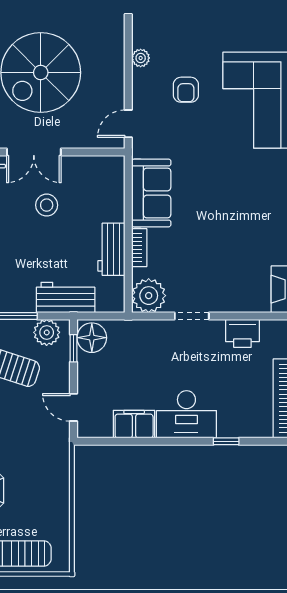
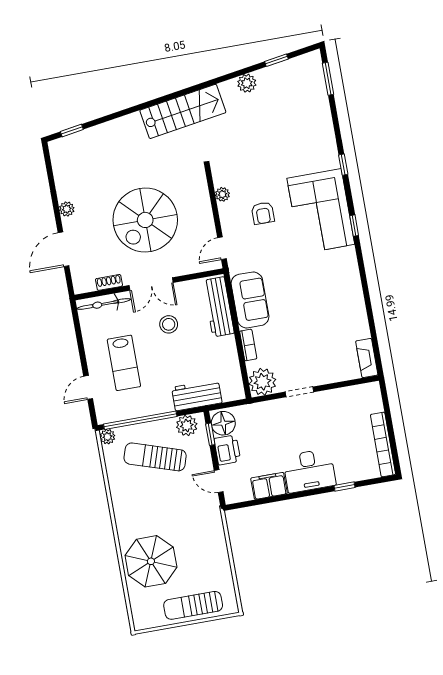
workbench: (111, 249) -> (219, 307), moved, width x1.38
printer: (242, 333) -> (227, 450), moved, turned -90

